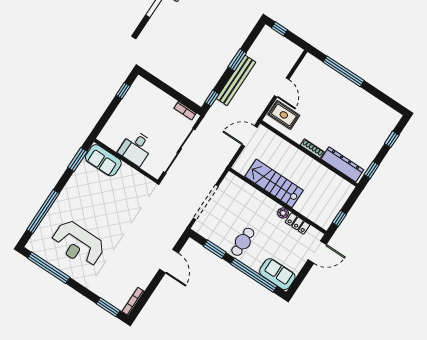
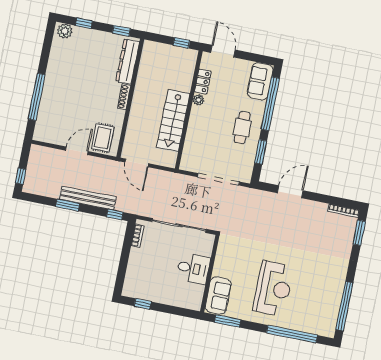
plant: (392, 120) -> (65, 31), added
cafe table: (243, 242) -> (242, 128), turned 90
reception desk: (78, 244) -> (273, 289), moved

